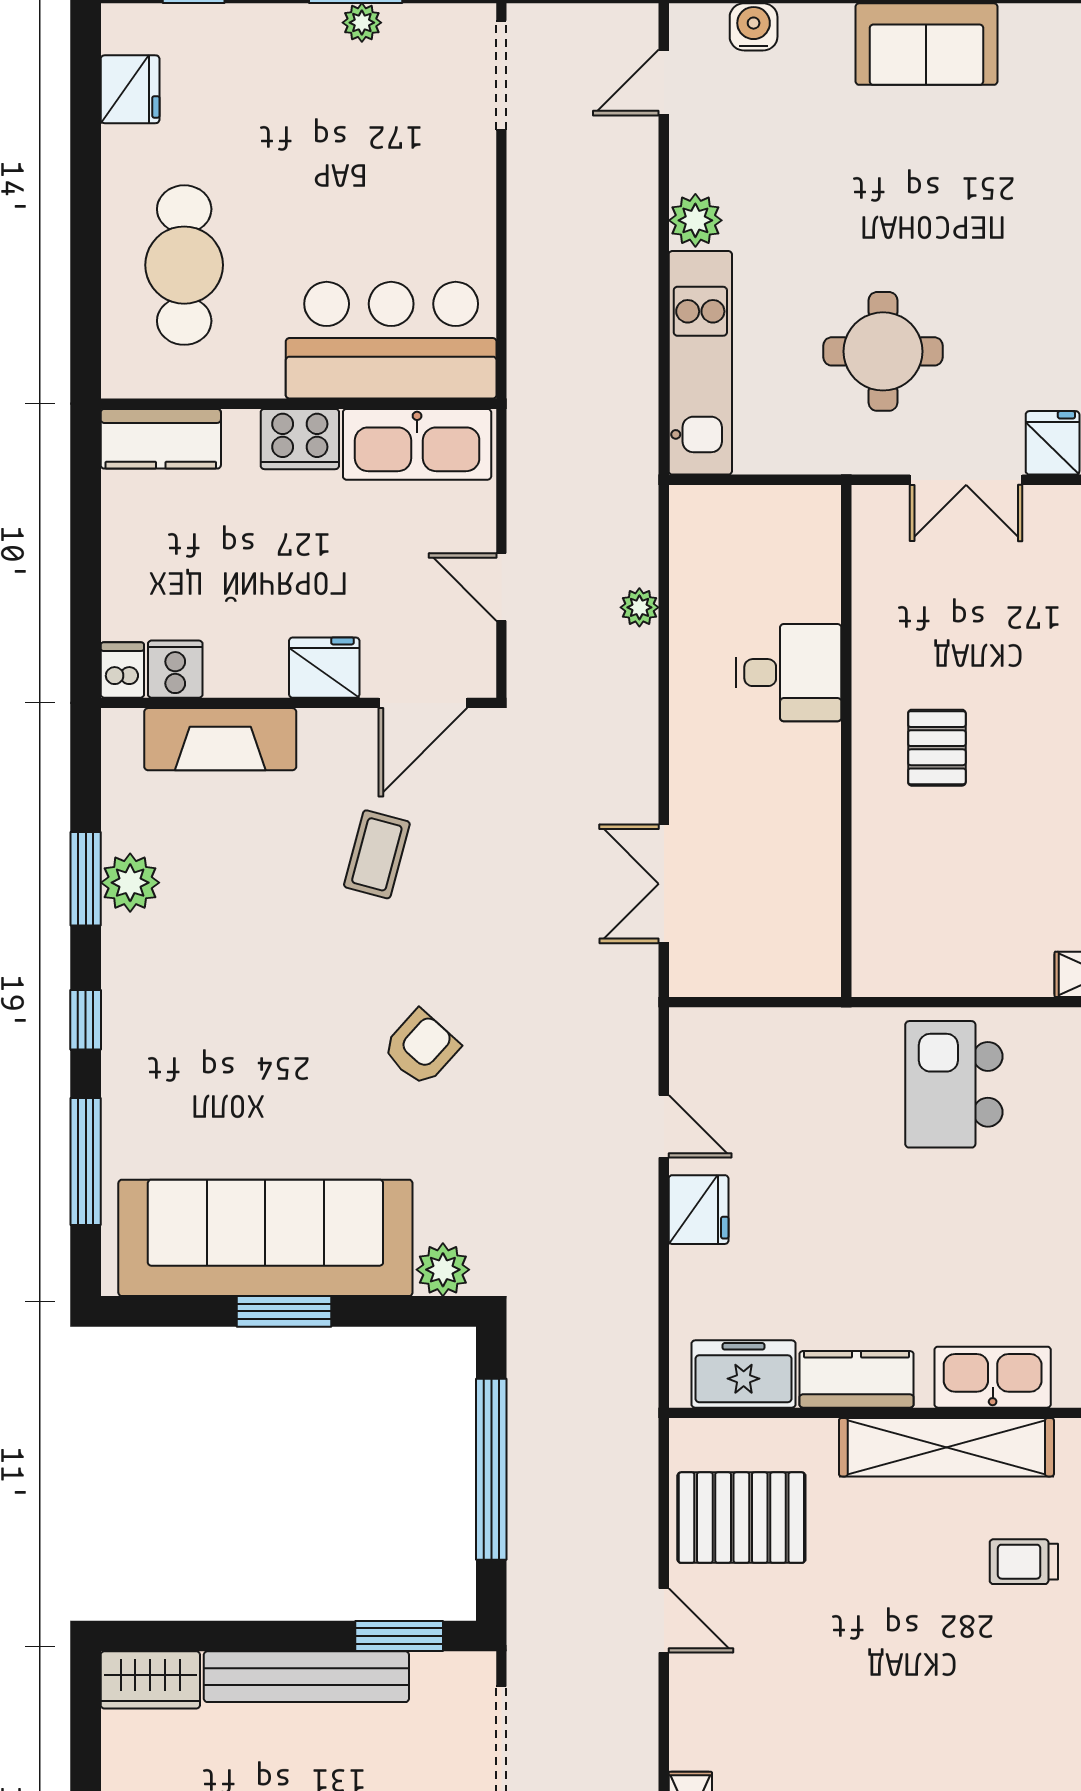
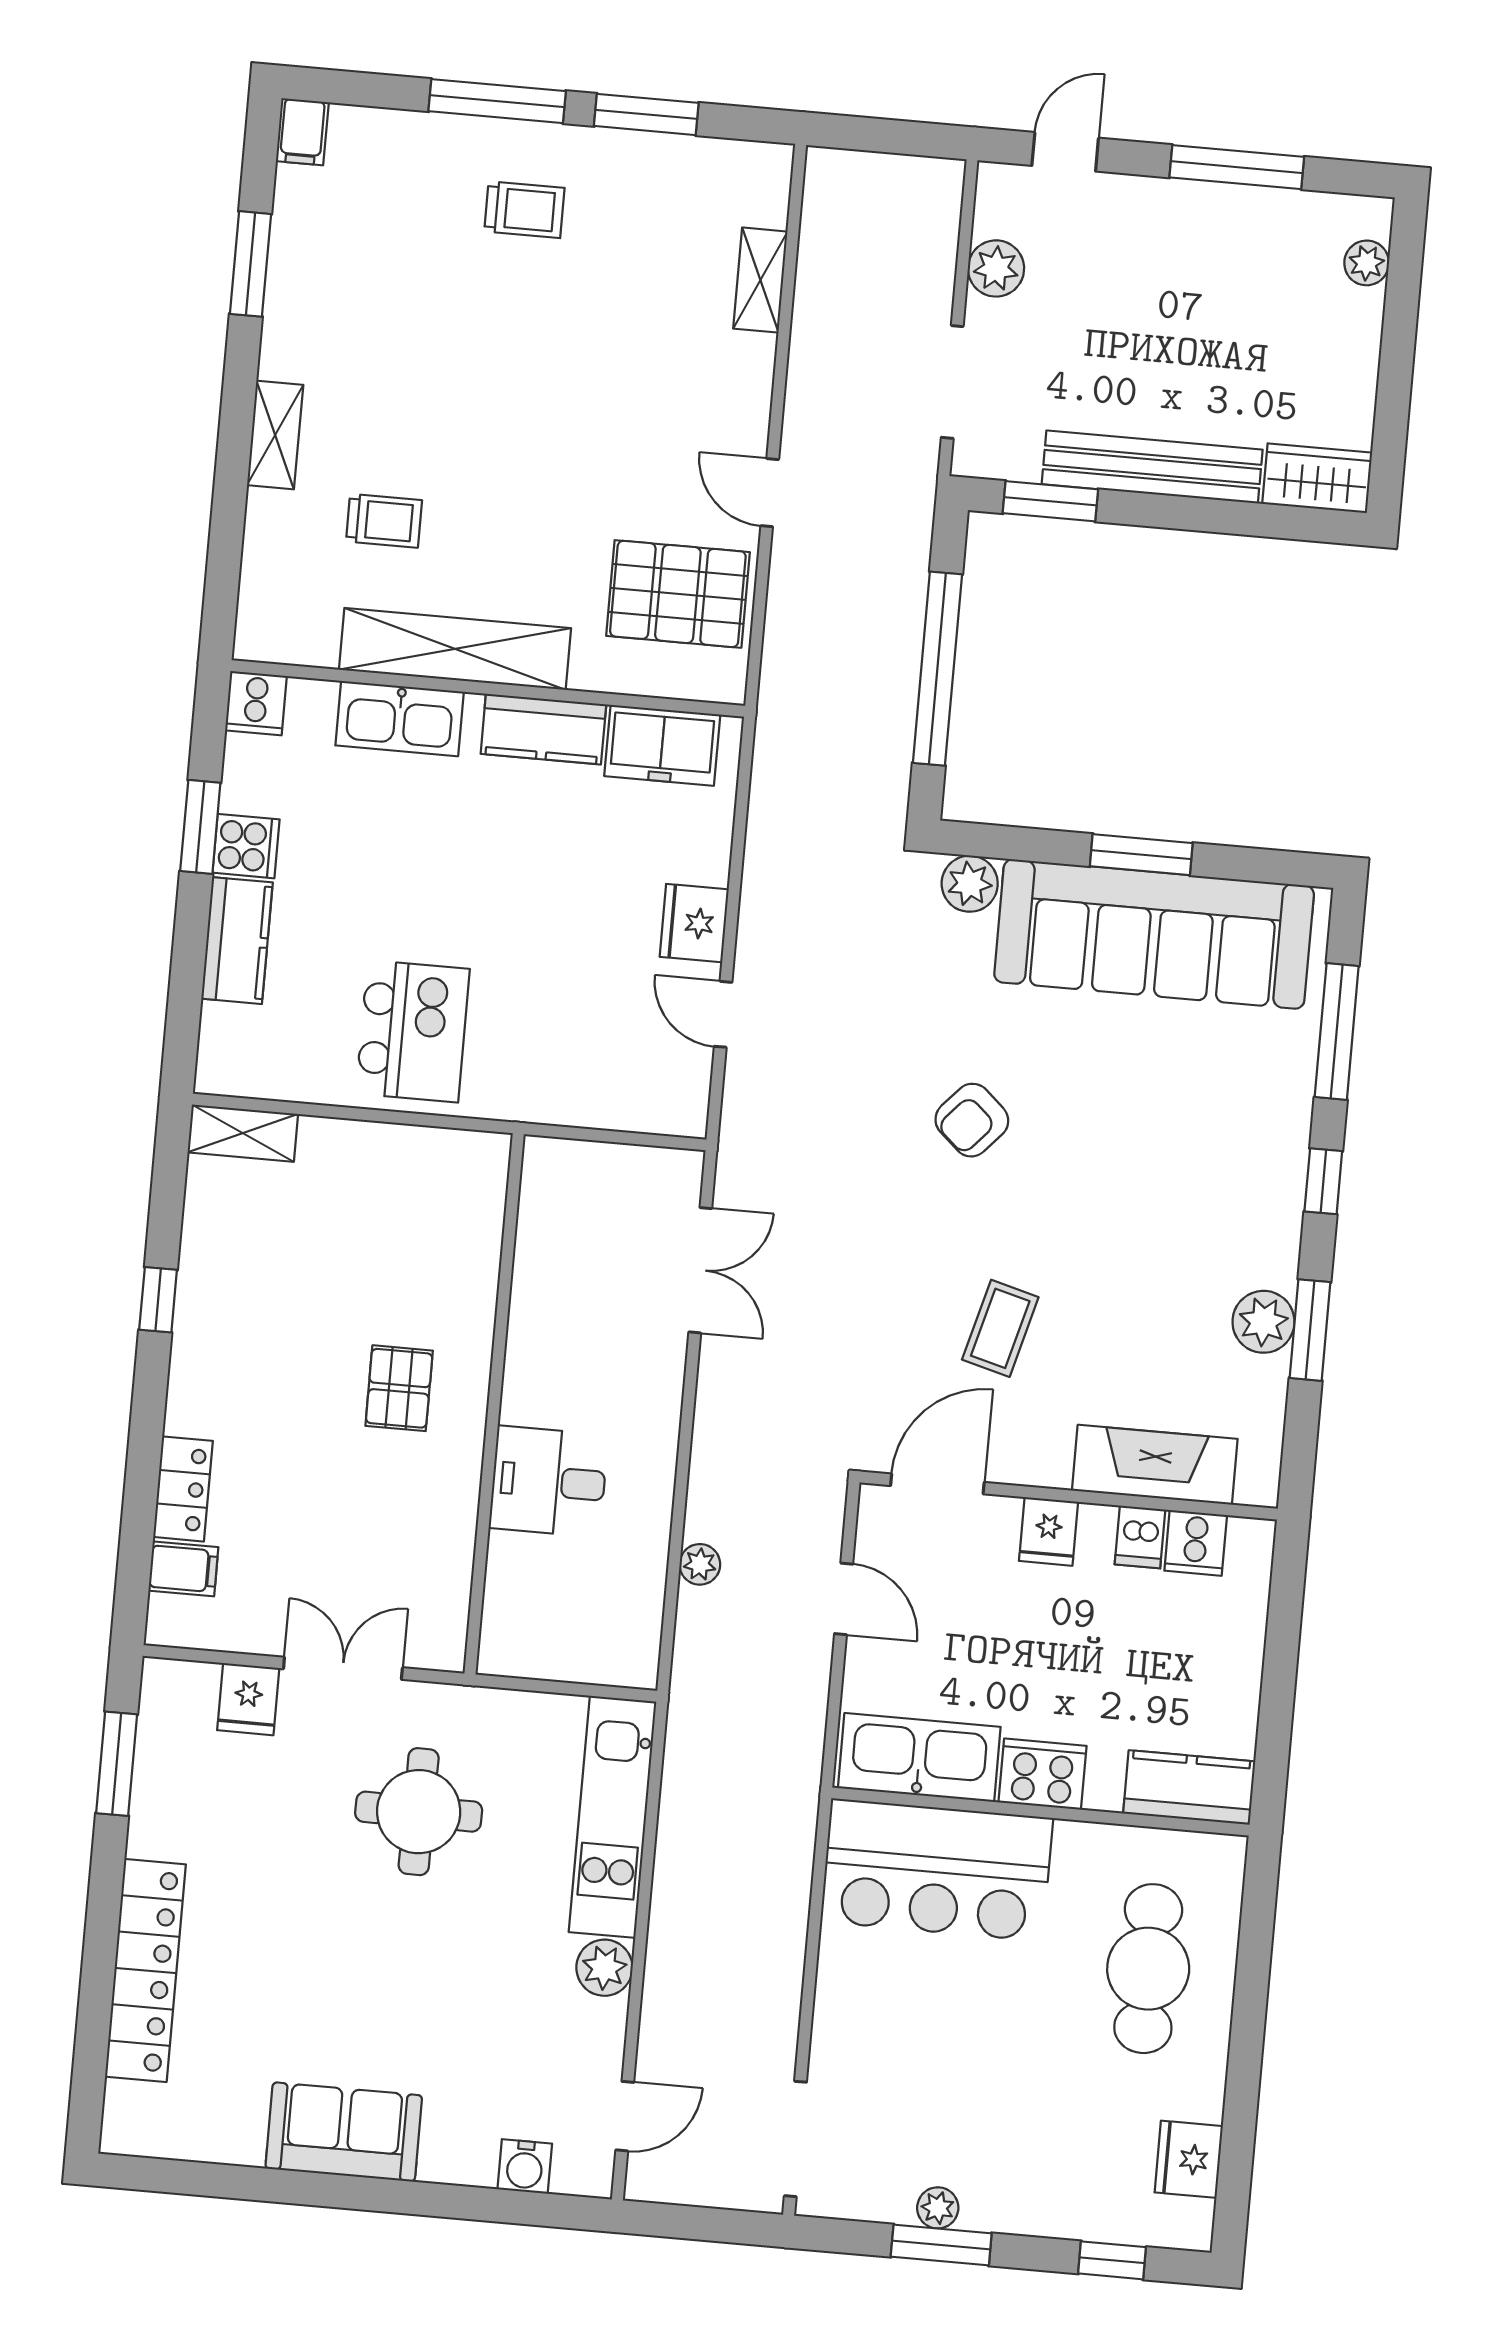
fridge: (324, 668) -> (1049, 1531), width x0.72
dishwasher: (122, 670) -> (1140, 1537), moved

